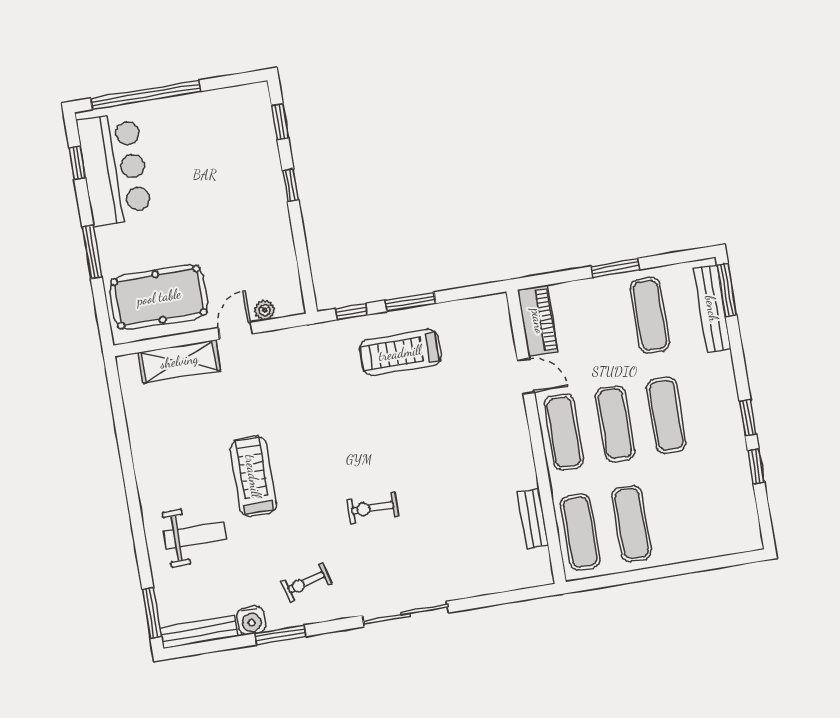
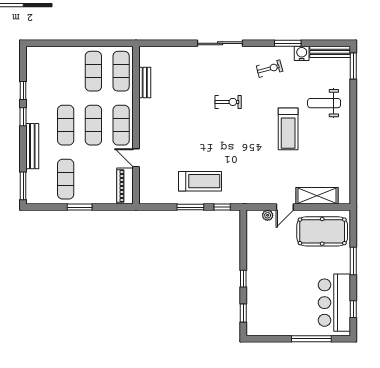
window: (146, 95) -> (311, 339), width x0.68
bench: (712, 309) -> (32, 146), moved

